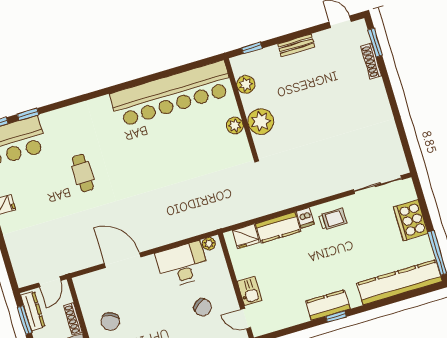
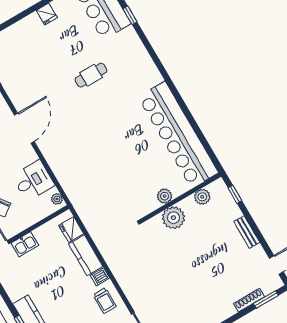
desk: (182, 265) -> (33, 181), width x0.73

